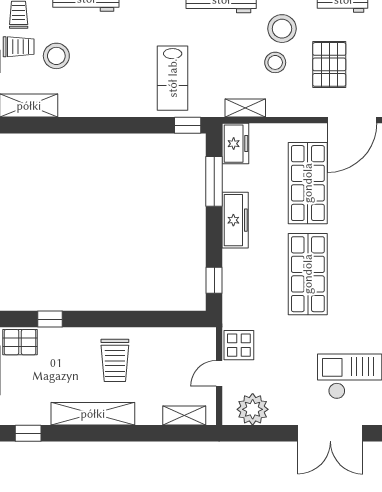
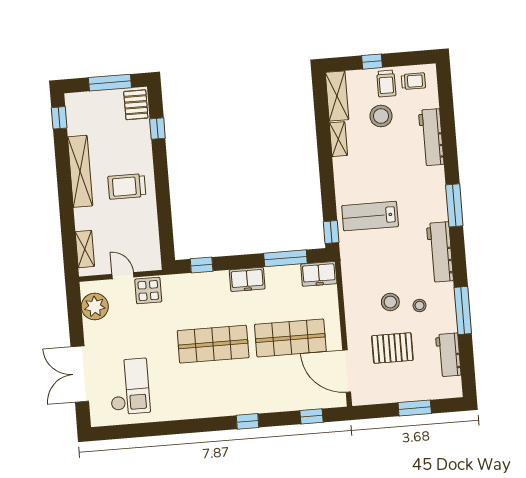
stool: (282, 29) -> (420, 305), width x0.53, depth x0.53
shelving: (245, 108) -> (338, 139), moved
freezer: (235, 220) -> (247, 279), width x0.71

